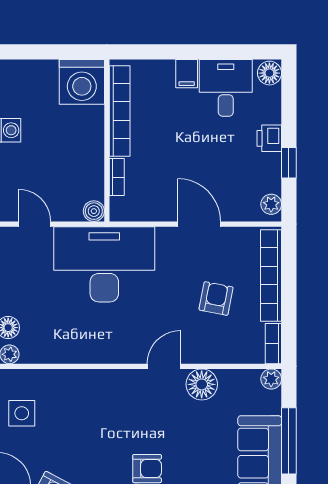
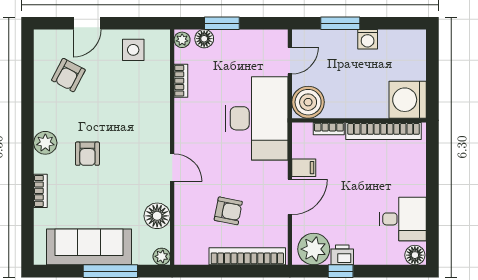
filing cabinet: (187, 74) -> (304, 168), moved, turned 180
printer: (269, 138) -> (342, 255), moved
plant: (271, 204) -> (314, 249), width x1.87, depth x1.87
boiler: (94, 211) -> (308, 102), width x1.86, depth x1.86
bookcase: (273, 344) -> (181, 81), moved, turned 90
floor lamp: (202, 384) -> (157, 216), moved

